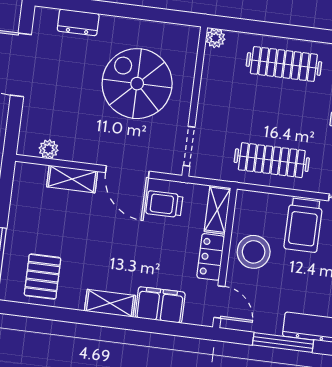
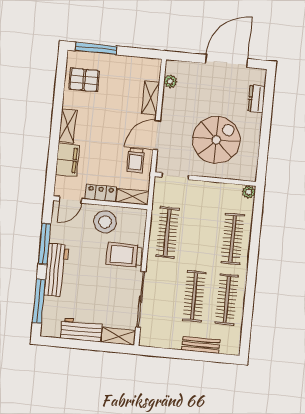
trolley: (164, 204) -> (136, 161), turned 180

